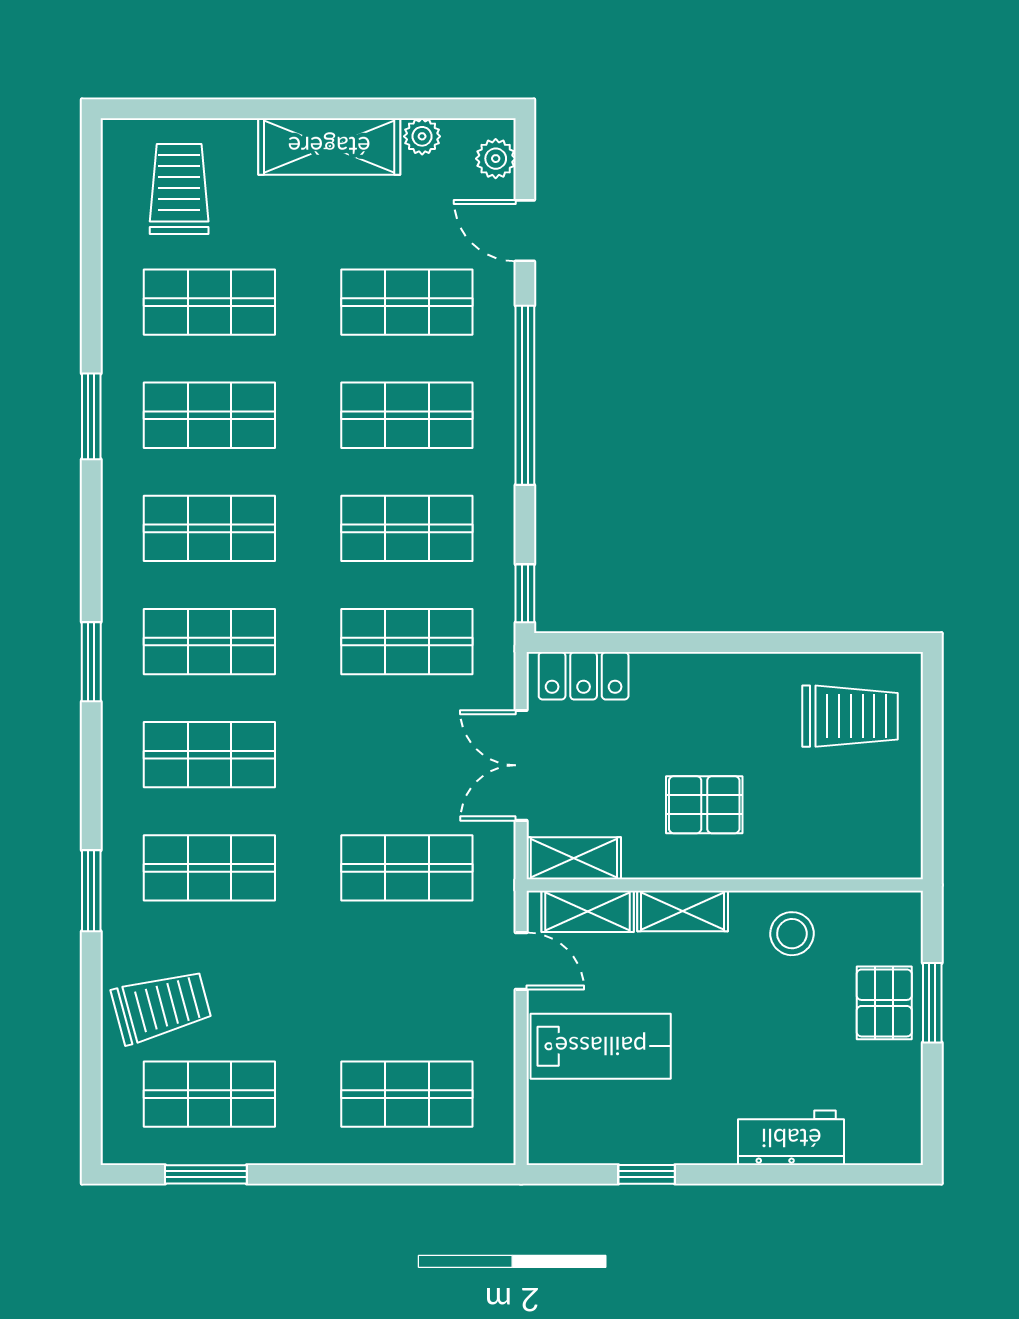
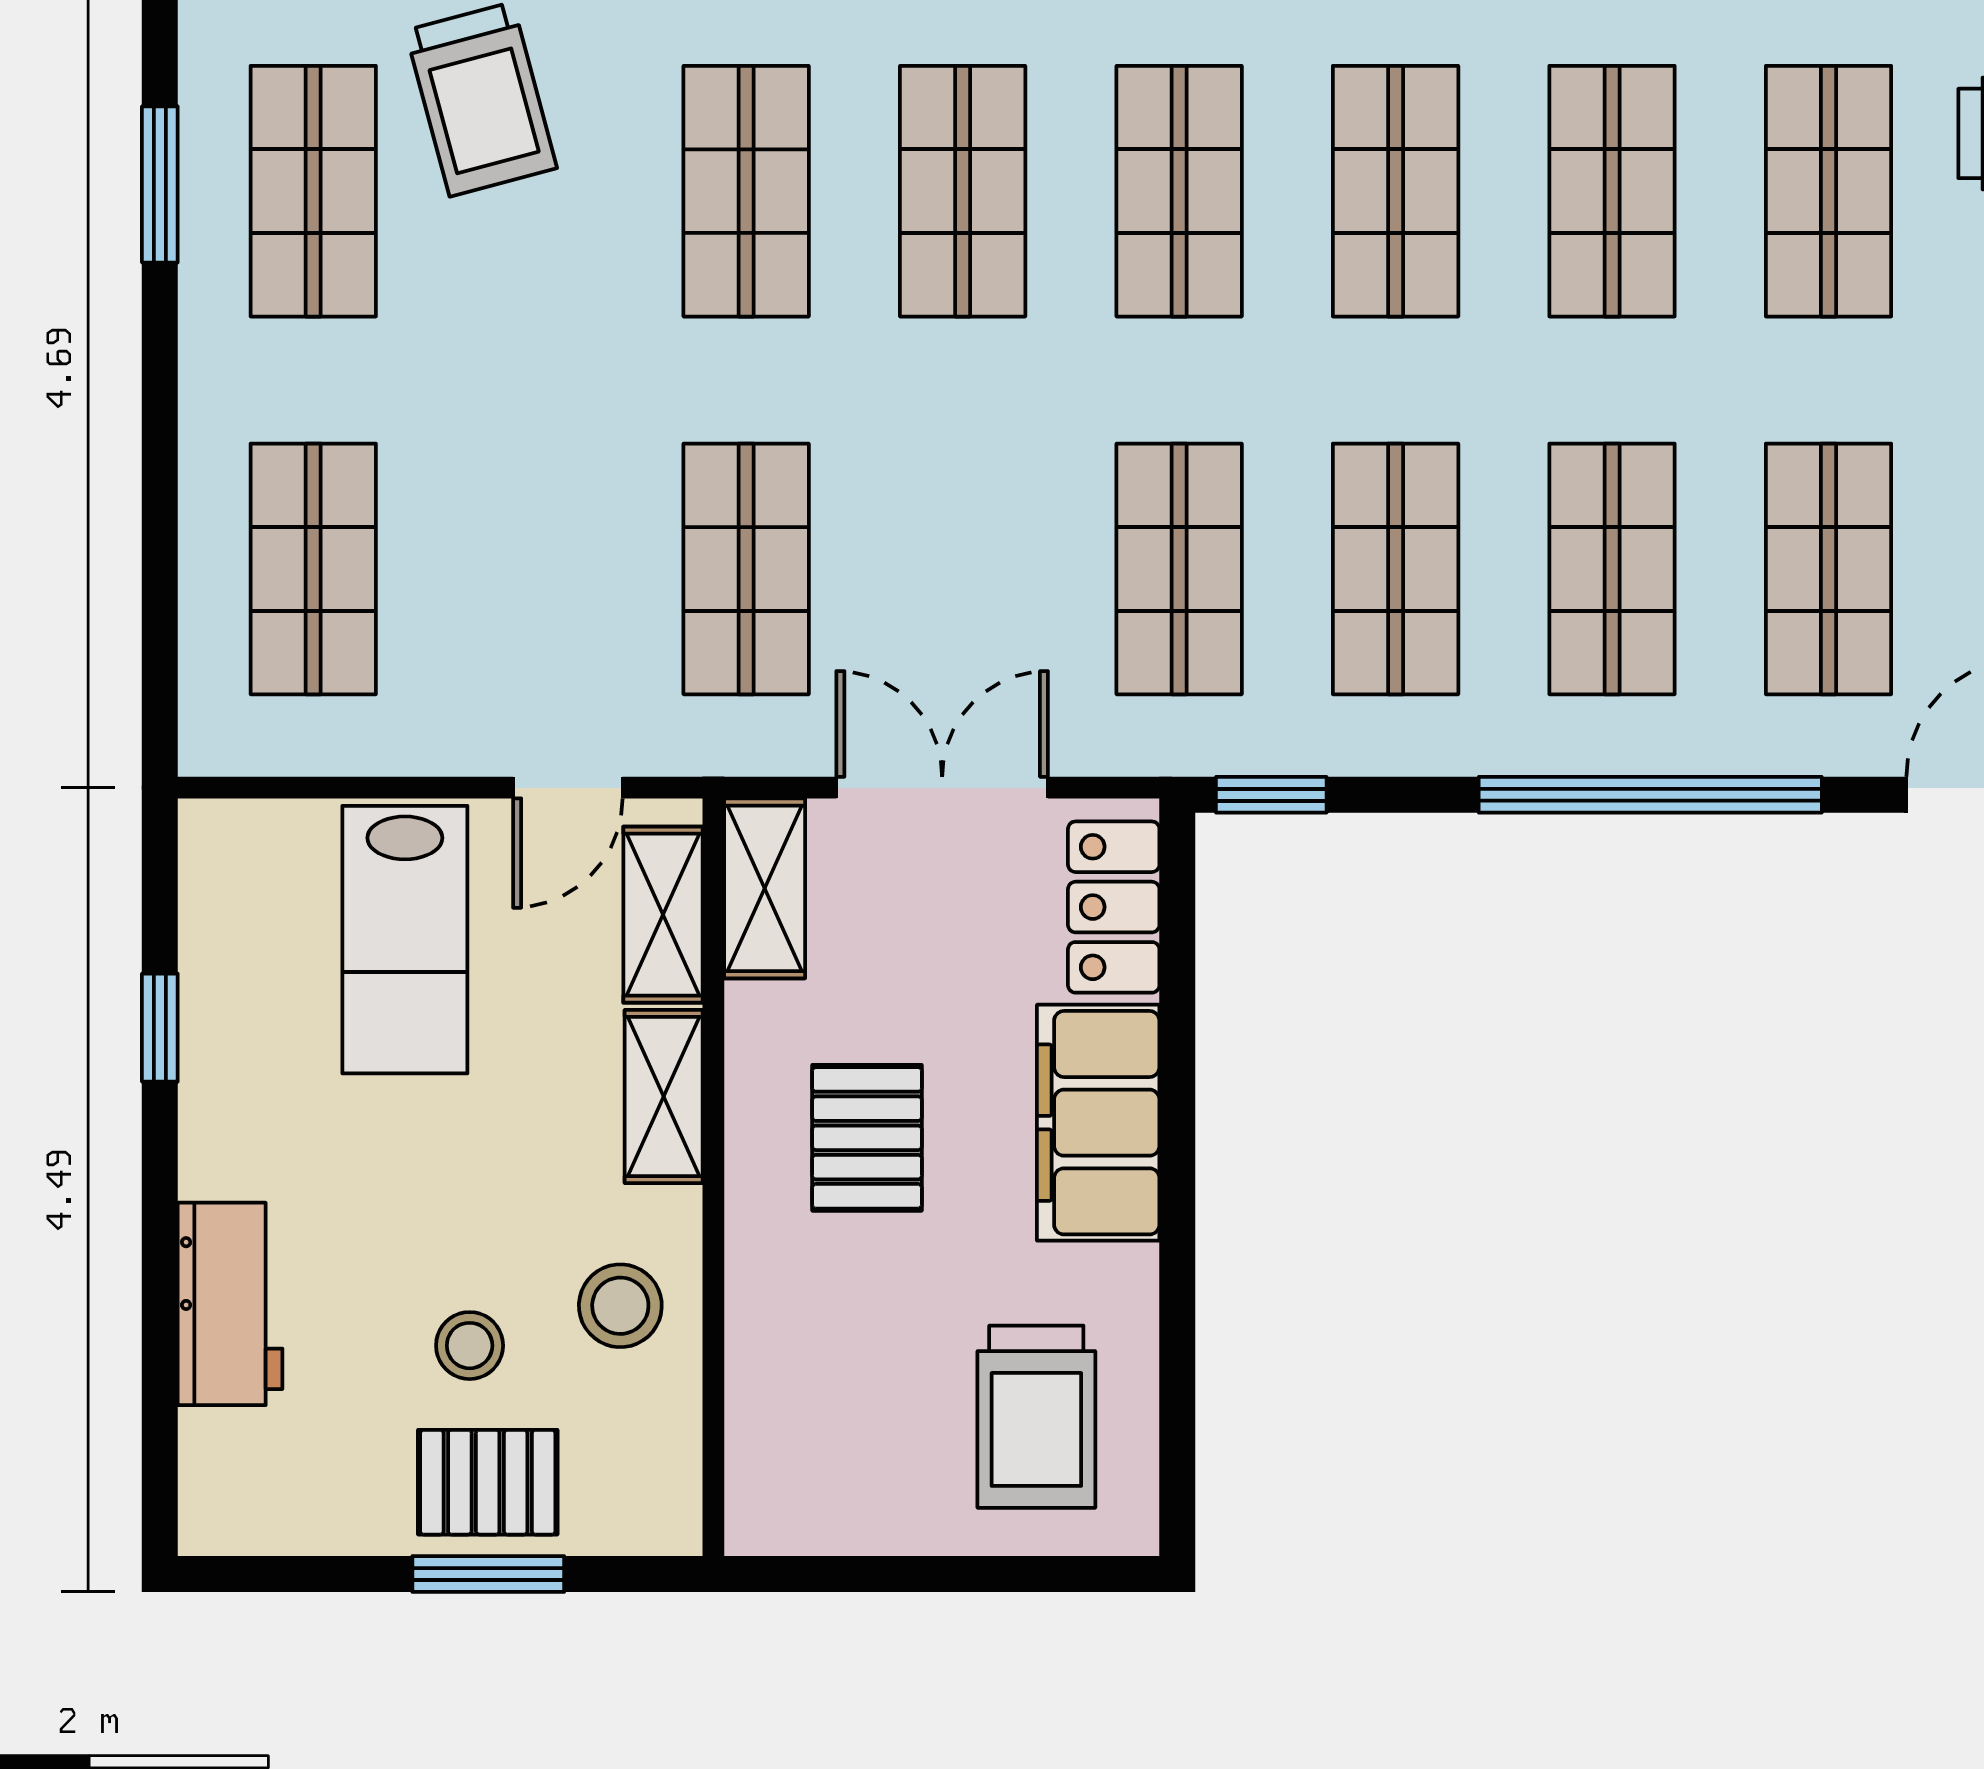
filing cabinet: (696, 684) -> (1098, 1123), added
stool: (813, 1012) -> (470, 1346), added

